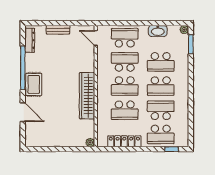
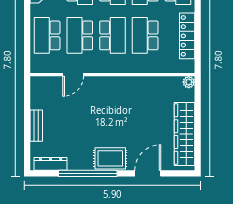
door: (96, 38) -> (73, 75), moved
wardrobe: (87, 96) -> (185, 134), moved, turned 90
school desk: (125, 110) -> (145, 35), turned 180

